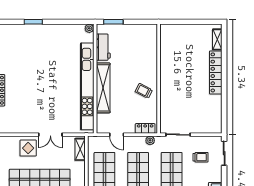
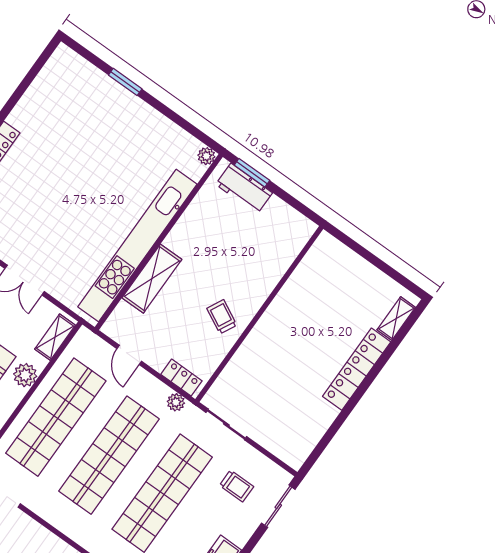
workbench: (103, 47) -> (244, 189), moved, turned 90
shelving: (103, 88) -> (152, 279), width x0.68
plant: (79, 174) -> (25, 375), added

